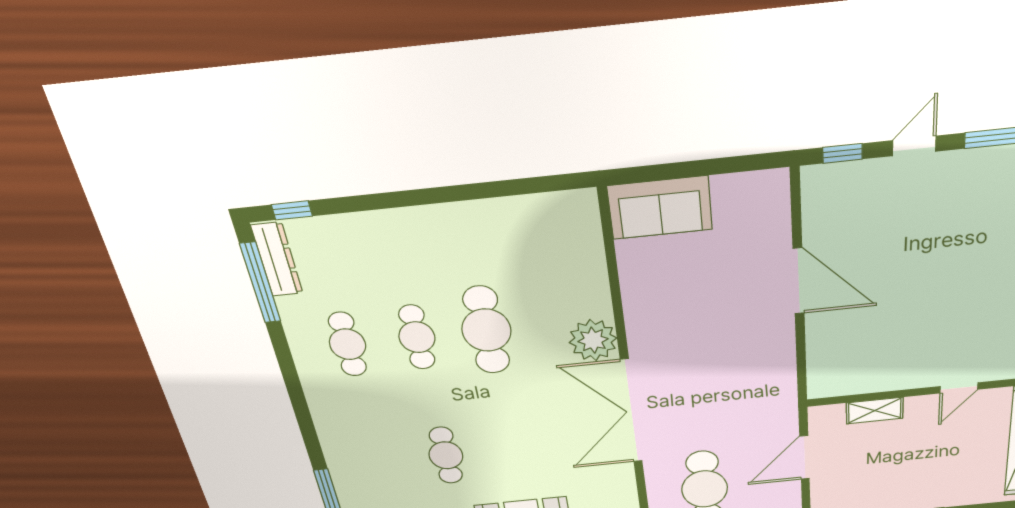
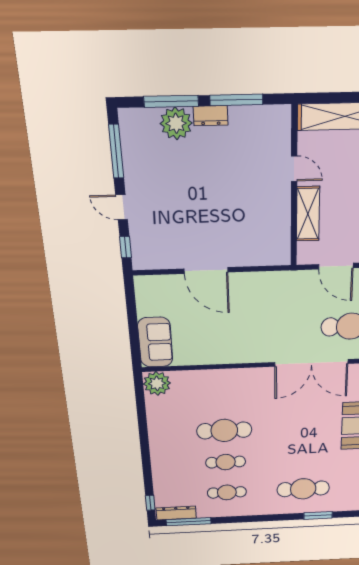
door: (799, 281) -> (206, 270), swing flipped
plant: (593, 340) -> (157, 383), moved
double door: (631, 411) -> (311, 363), moved
shelving: (875, 411) -> (308, 214), width x1.50, depth x1.33
cafe table: (446, 455) -> (303, 489), moved, width x1.37, depth x1.35

